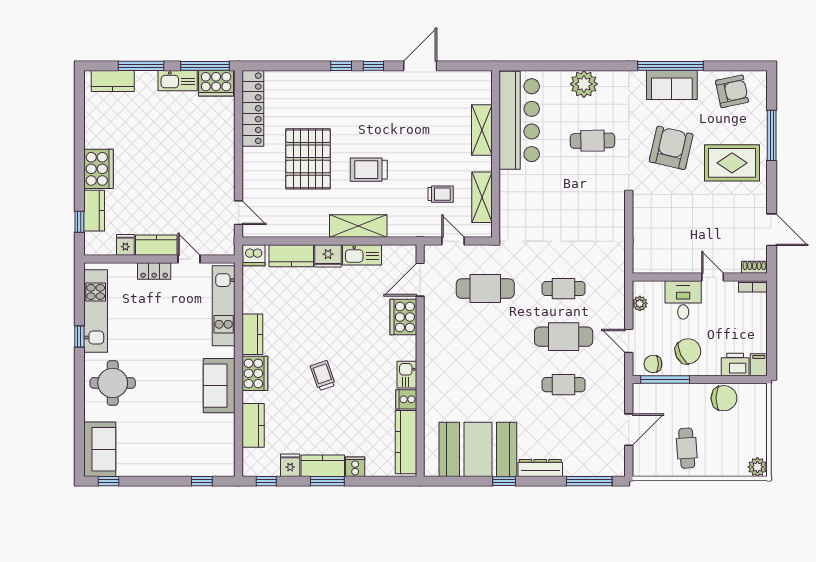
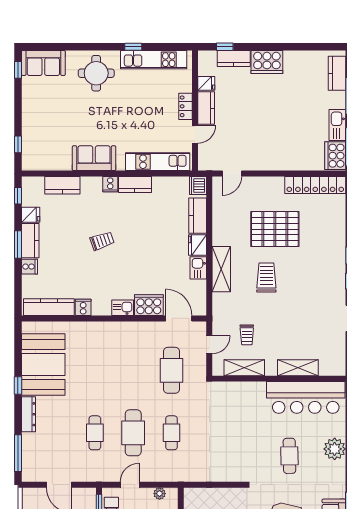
kitchen sink: (362, 255) -> (198, 268), width x0.73
cooker: (255, 373) -> (110, 184), width x0.53, depth x0.76
kitchen sink: (407, 375) -> (123, 308), moved

